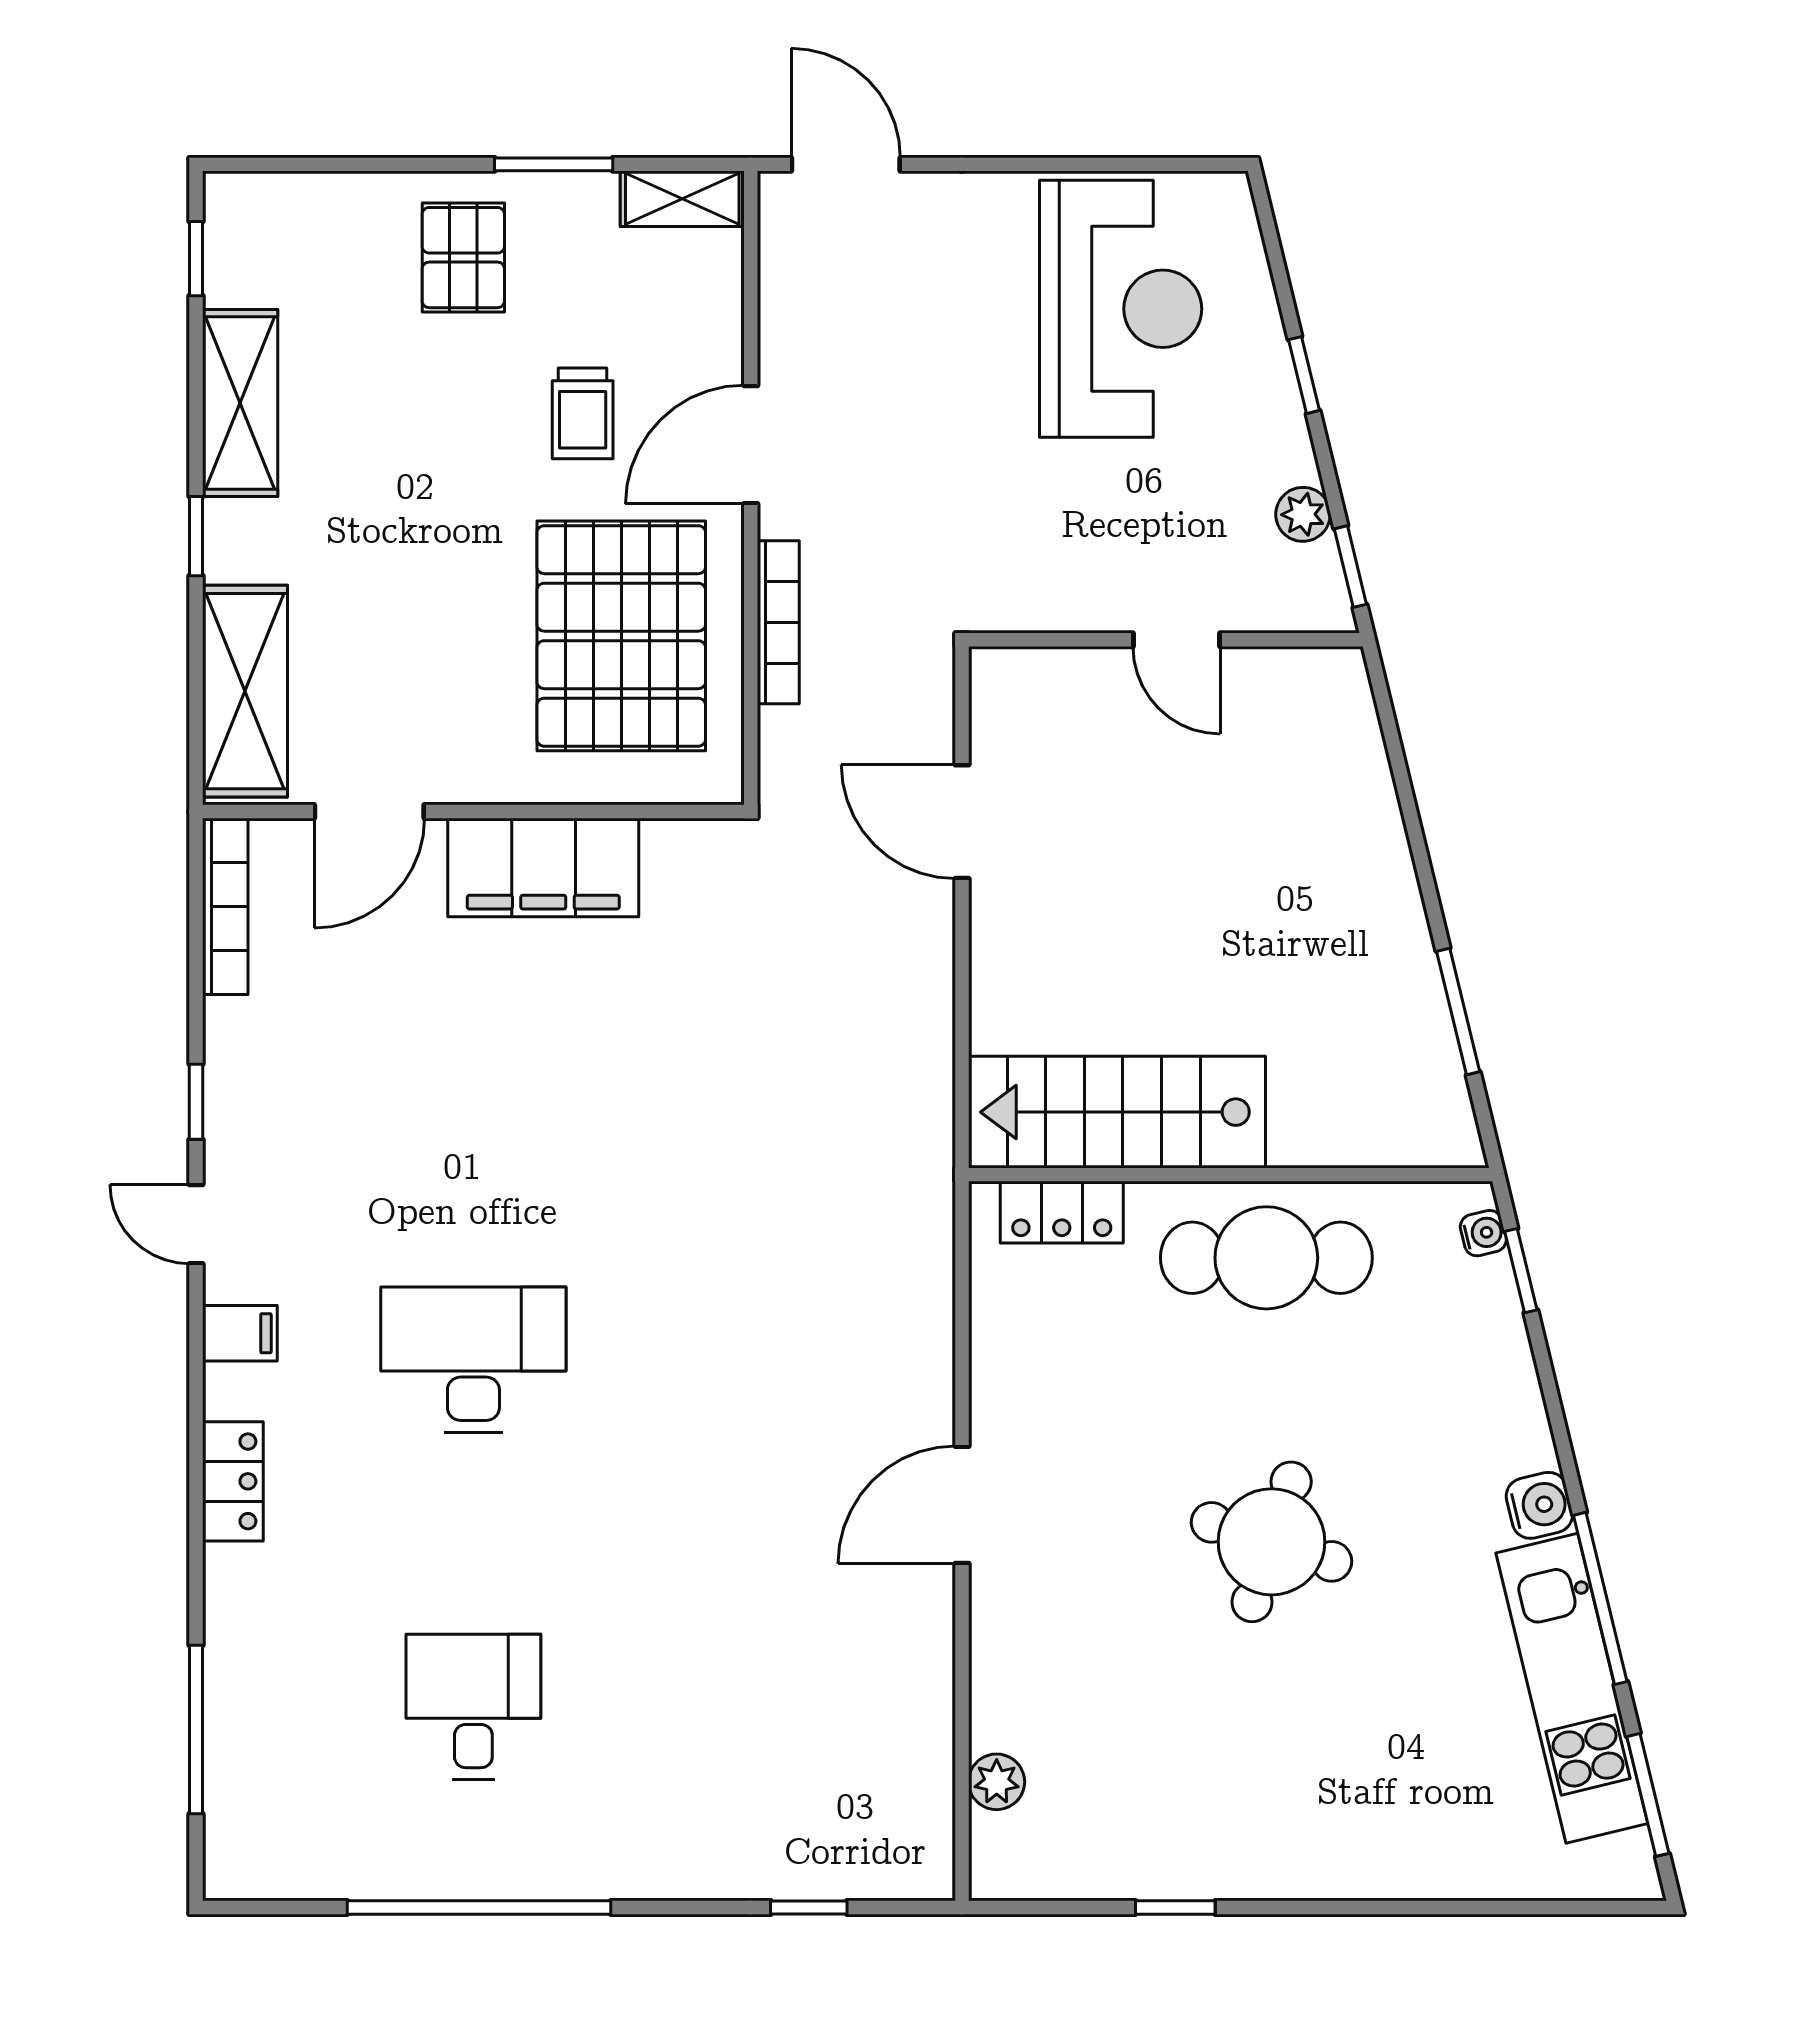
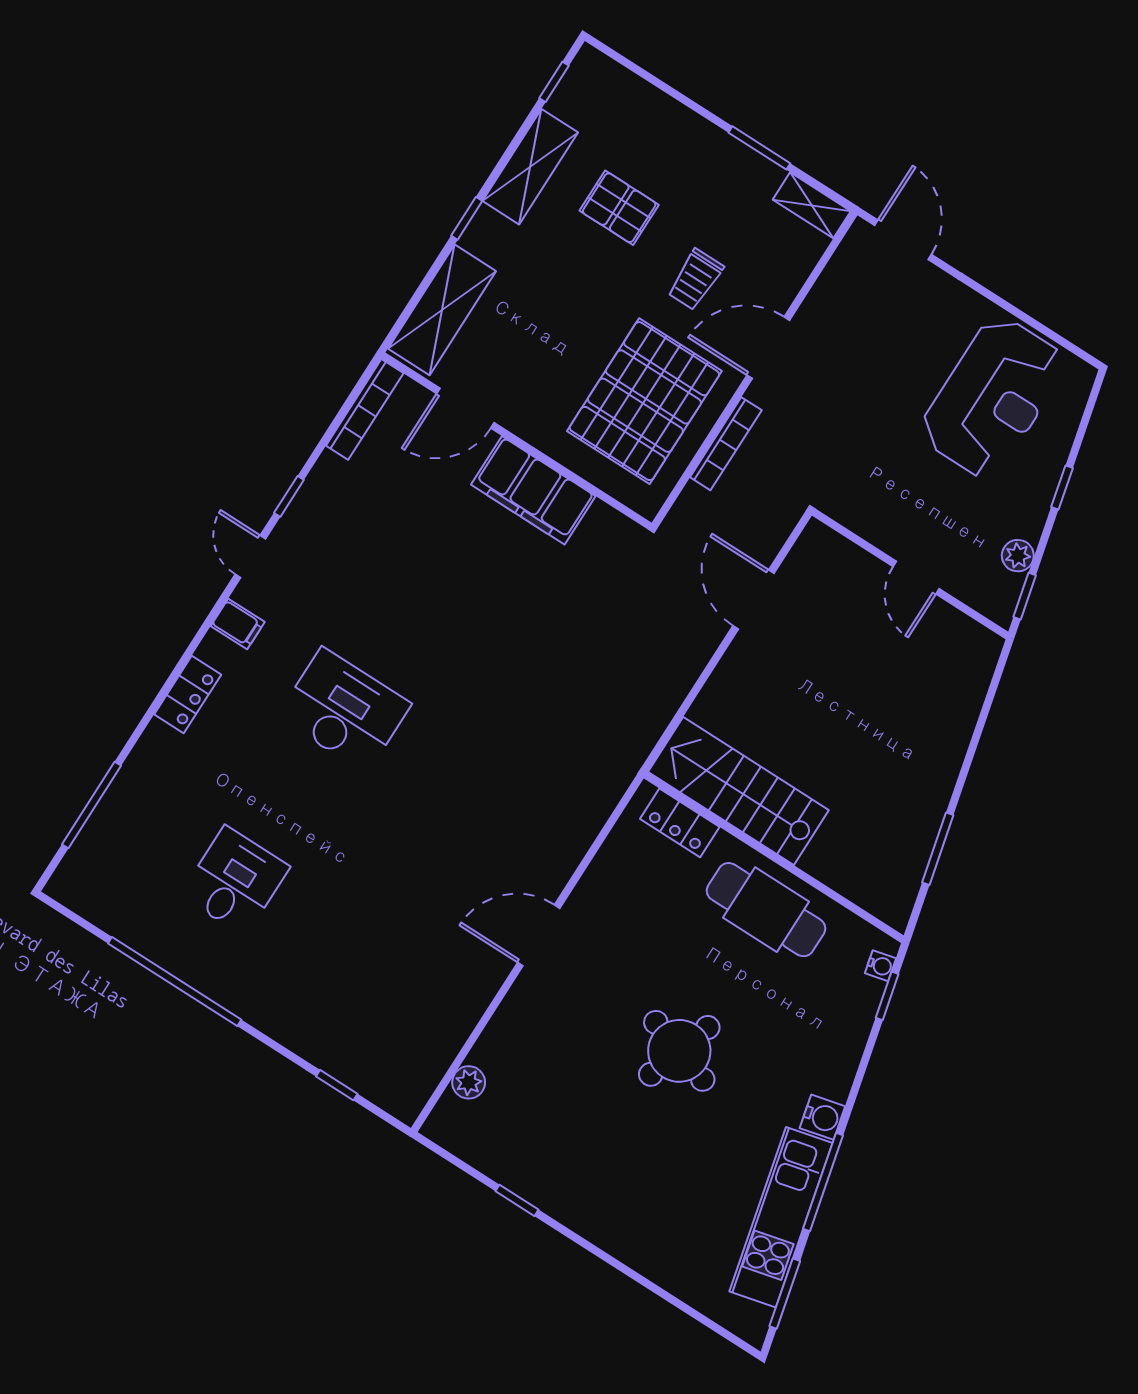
pallet: (463, 258) -> (619, 208), moved, turned 90

